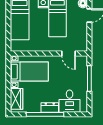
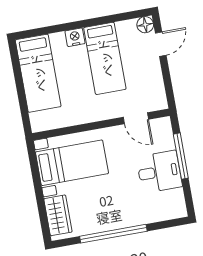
desk: (70, 101) -> (159, 172), moved, turned -90
dresser: (50, 108) -> (120, 220), removed

